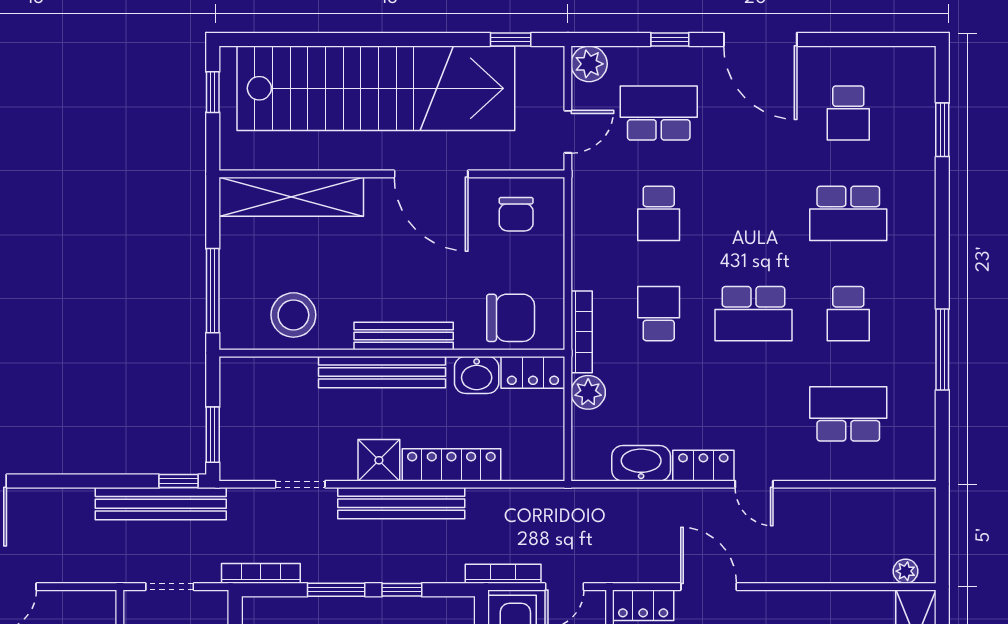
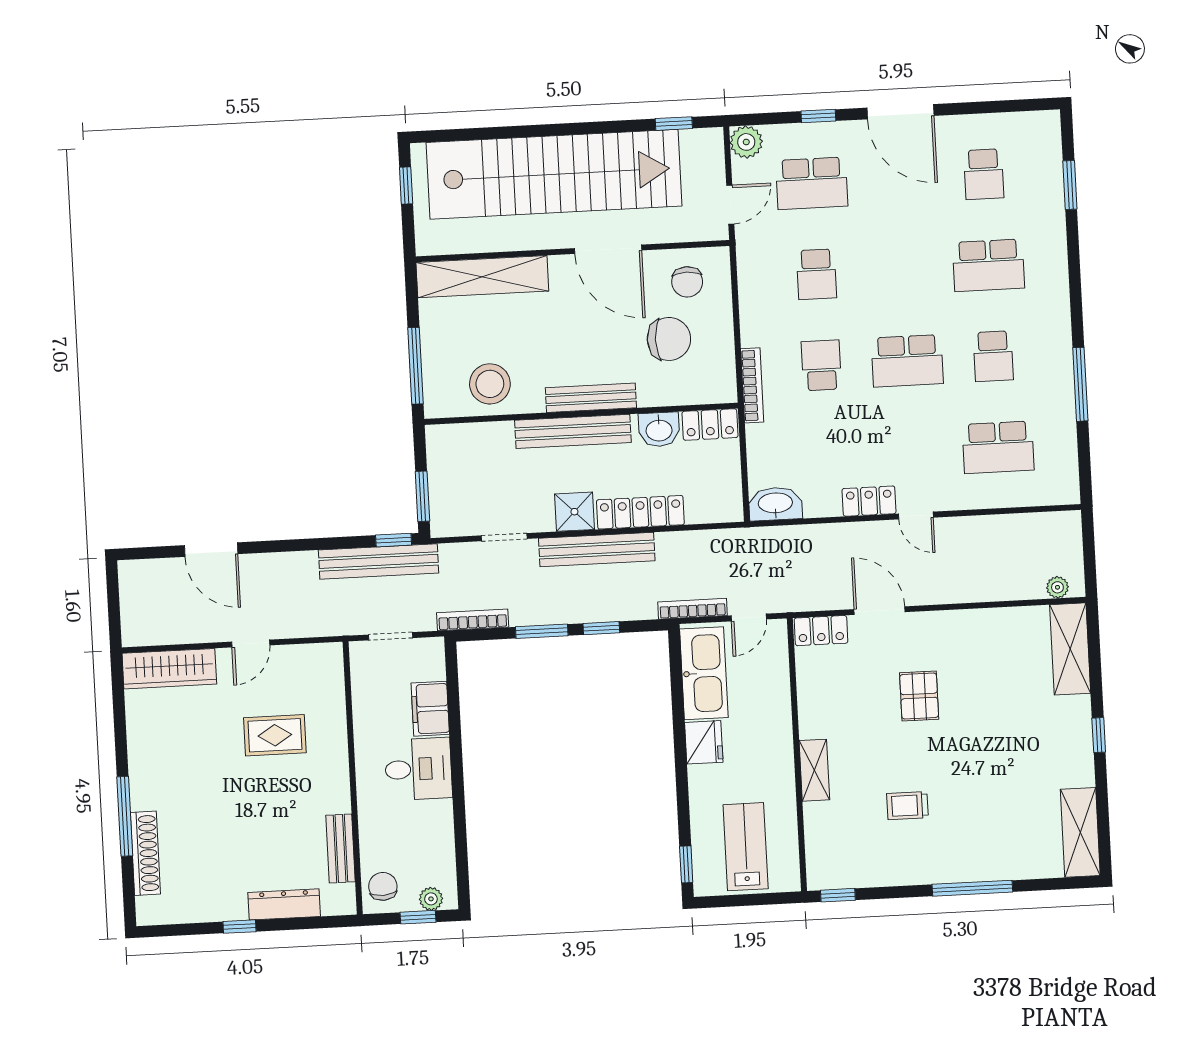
school desk: (659, 113) -> (812, 183), turned 180
chair: (511, 318) -> (669, 339), moved
plant: (588, 392) -> (761, 440), removed
school desk: (848, 414) -> (998, 447), turned 180
washbasin: (641, 463) -> (775, 504), moved

